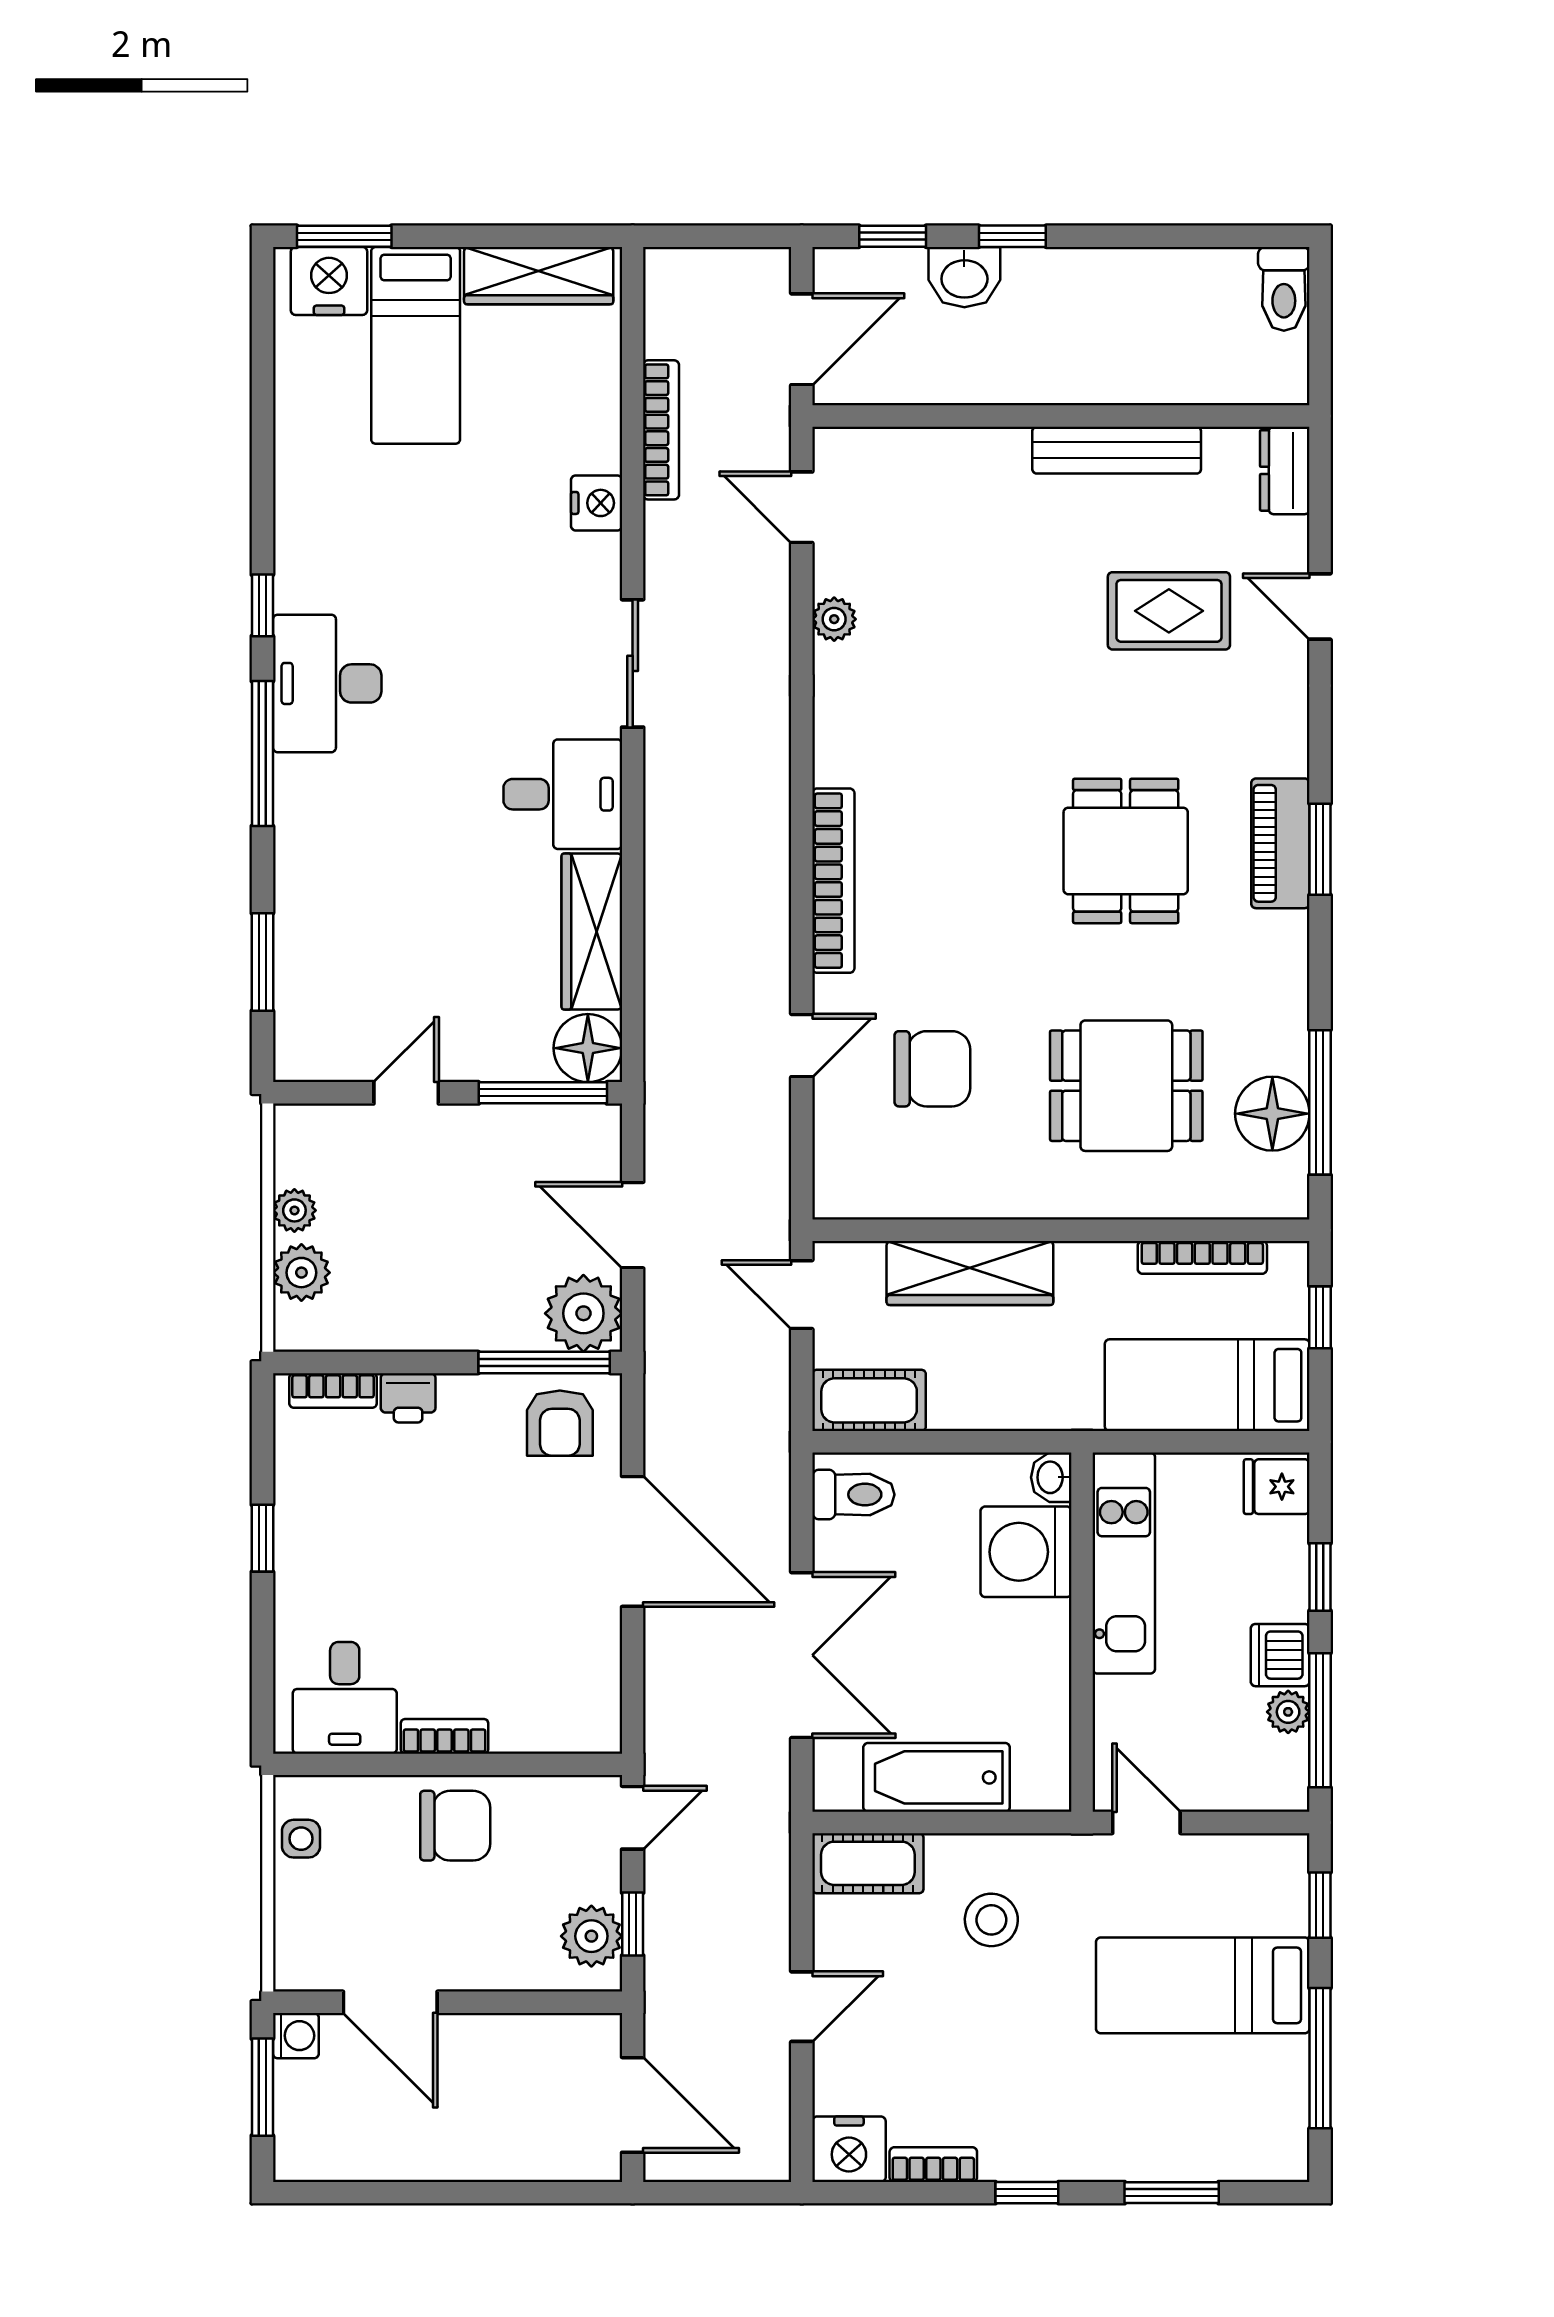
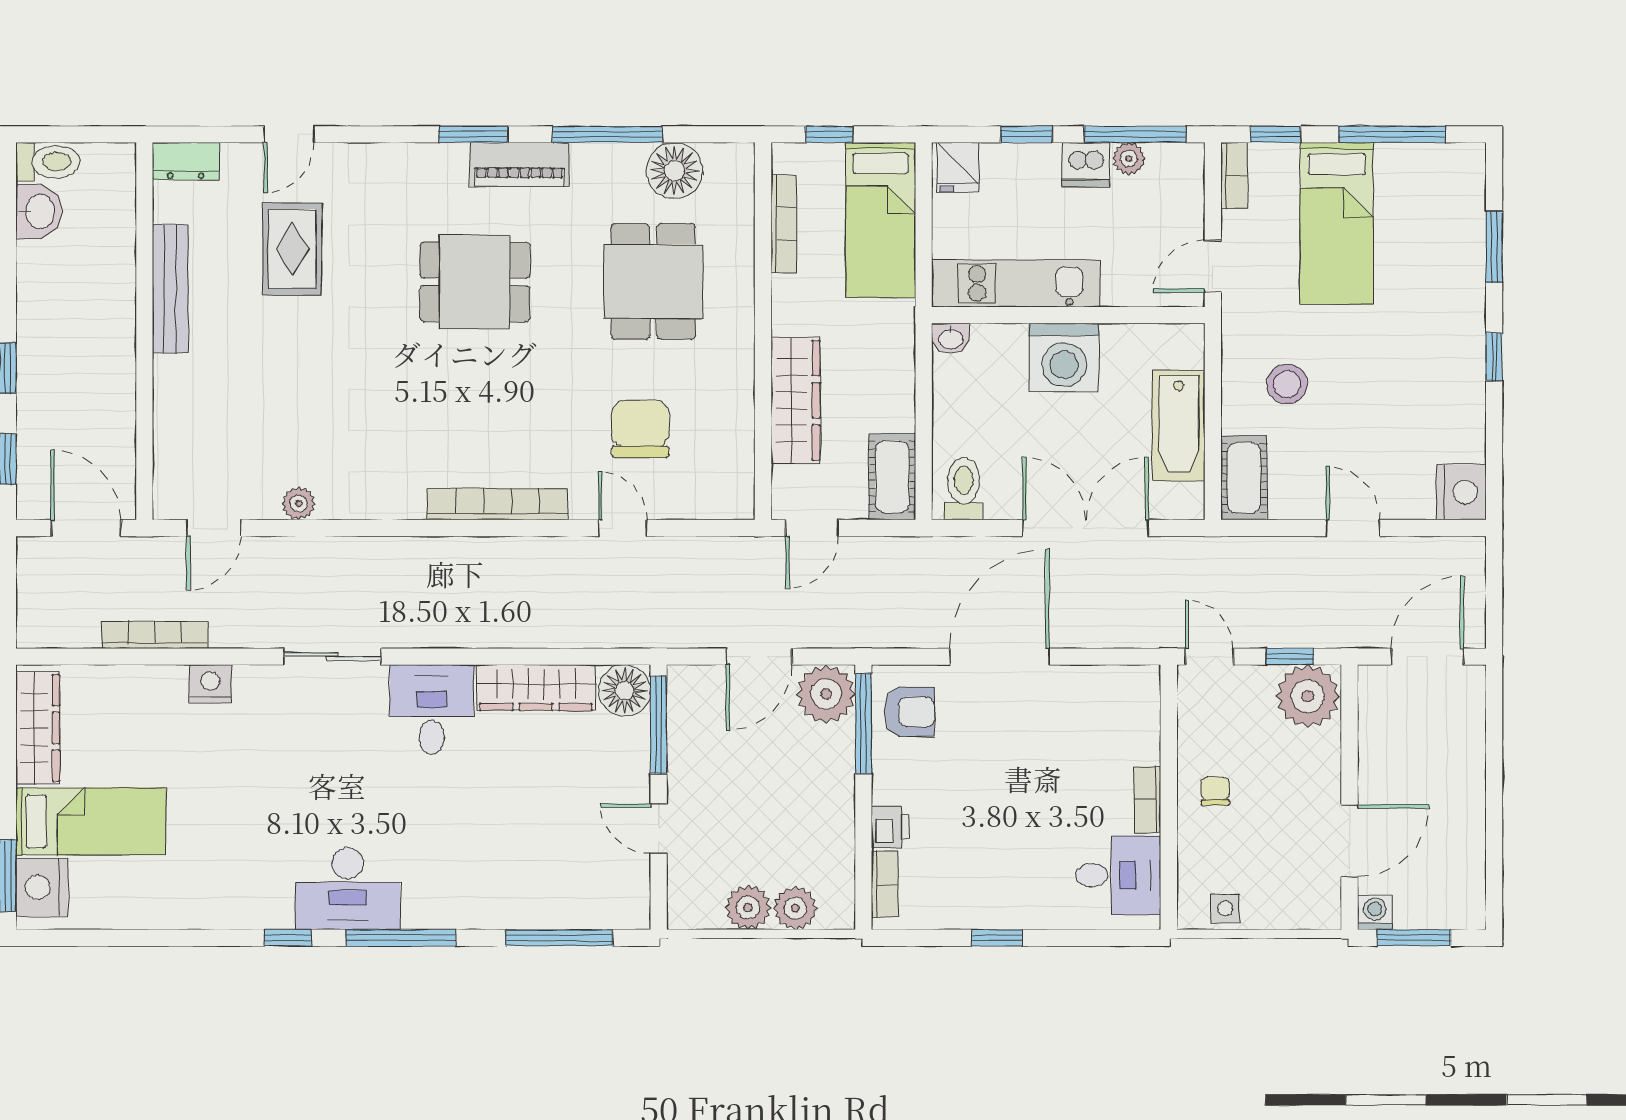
washbasin: (964, 277) -> (39, 212), moved
piano: (1280, 843) -> (519, 164), moved
window: (262, 962) -> (559, 938), width x1.44
window: (1320, 1102) -> (607, 134), moved
plant: (294, 1210) -> (748, 907), width x1.38, depth x1.38
washing machine: (1026, 1552) -> (1064, 358), moved
chair: (455, 1826) -> (1215, 791), width x0.54, depth x0.54
plant: (591, 1936) -> (1308, 696), width x1.36, depth x1.36
bookcase: (933, 2165) -> (1234, 175), moved, turned 180

